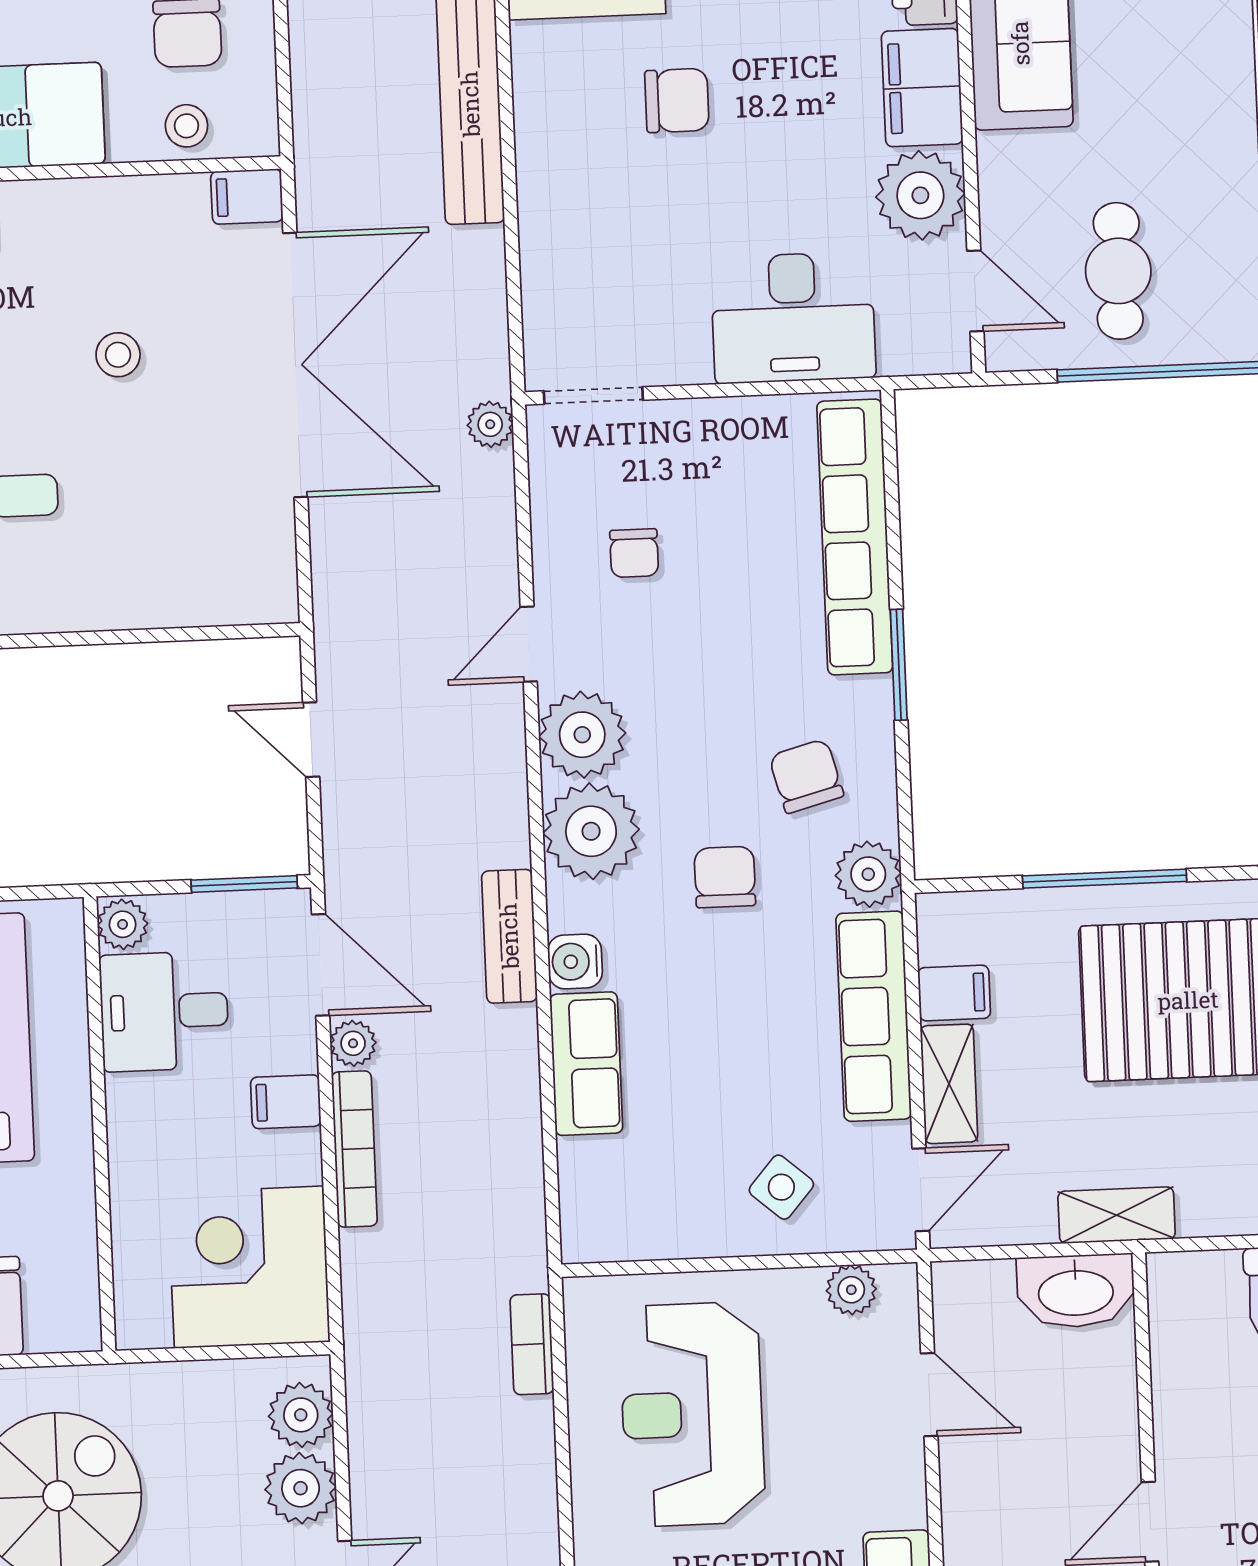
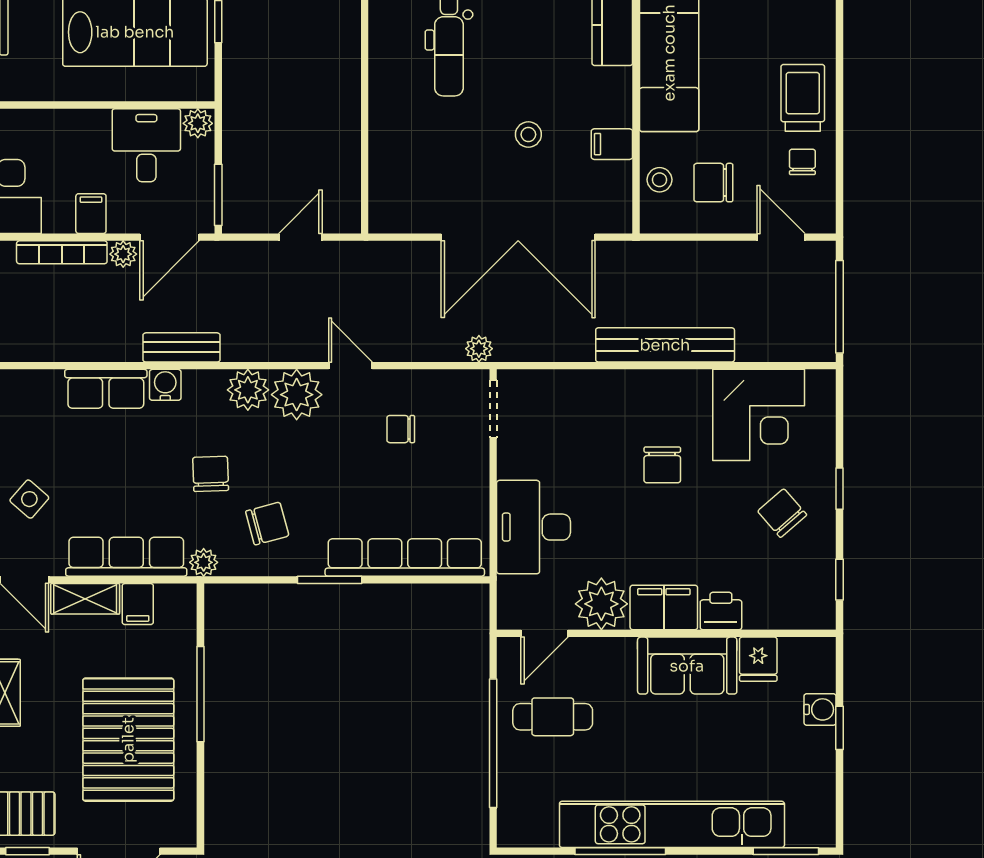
filing cabinet: (247, 197) -> (612, 144), moved, turned -90
plant: (591, 831) -> (248, 390), width x0.73, depth x0.73
plant: (868, 874) -> (204, 562), width x0.73, depth x0.73
chair: (725, 877) -> (211, 474), turned -92

